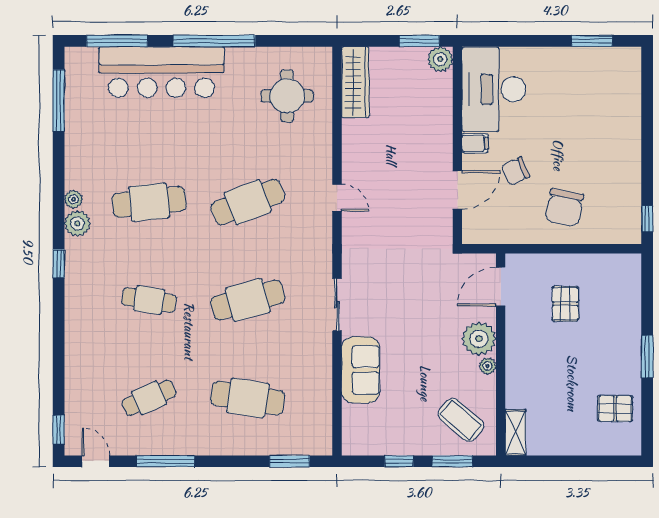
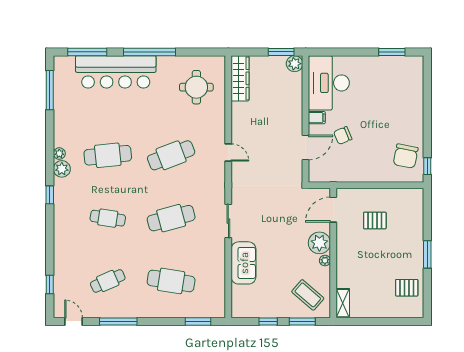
chair: (564, 208) -> (406, 156), moved
pallet: (565, 304) -> (375, 220), turned 90
window: (59, 430) -> (50, 284), moved

